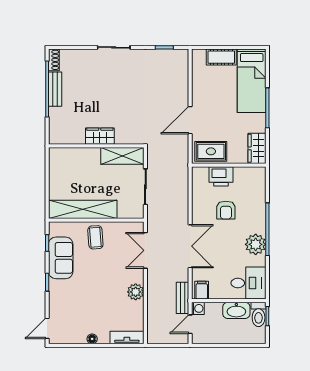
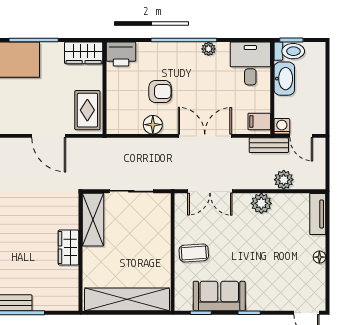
printer: (221, 176) -> (121, 54), moved, turned 90
floor lamp: (199, 204) -> (153, 125), added
shelving: (83, 209) -> (127, 299), moved, turned 90
plant: (256, 244) -> (209, 49), width x0.53, depth x0.53
plant: (155, 310) -> (284, 180), added

